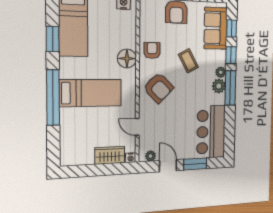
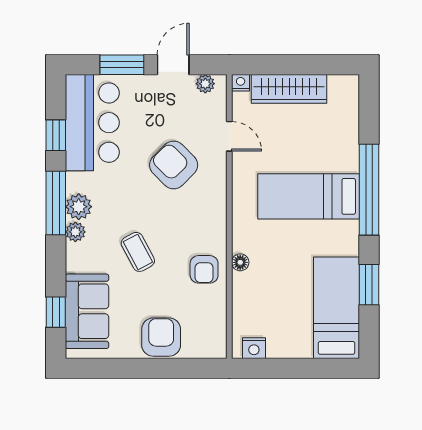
window: (231, 55) -> (56, 135), moved
floor lamp: (127, 58) -> (240, 262), width x0.53, depth x0.53
armchair: (158, 88) -> (174, 165), moved
wardrobe: (110, 155) -> (289, 89), width x1.50
door: (168, 166) -> (173, 65), swing flipped

